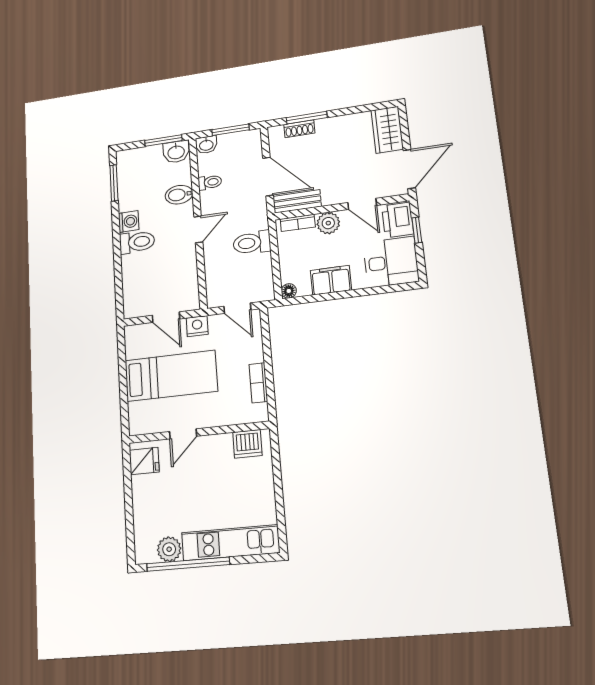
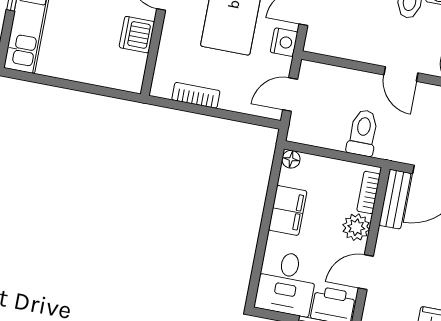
dishwasher: (247, 444) -> (137, 35), moved

